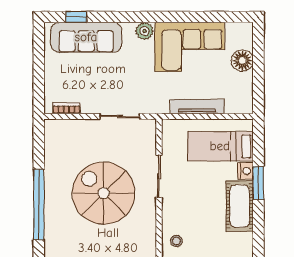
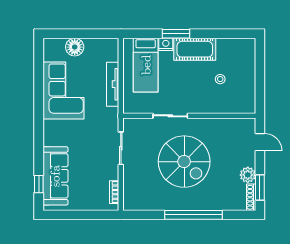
plant: (145, 31) -> (50, 128), removed
spiral stairs: (104, 193) -> (184, 162), turned -90
stool: (176, 241) -> (220, 79), moved

